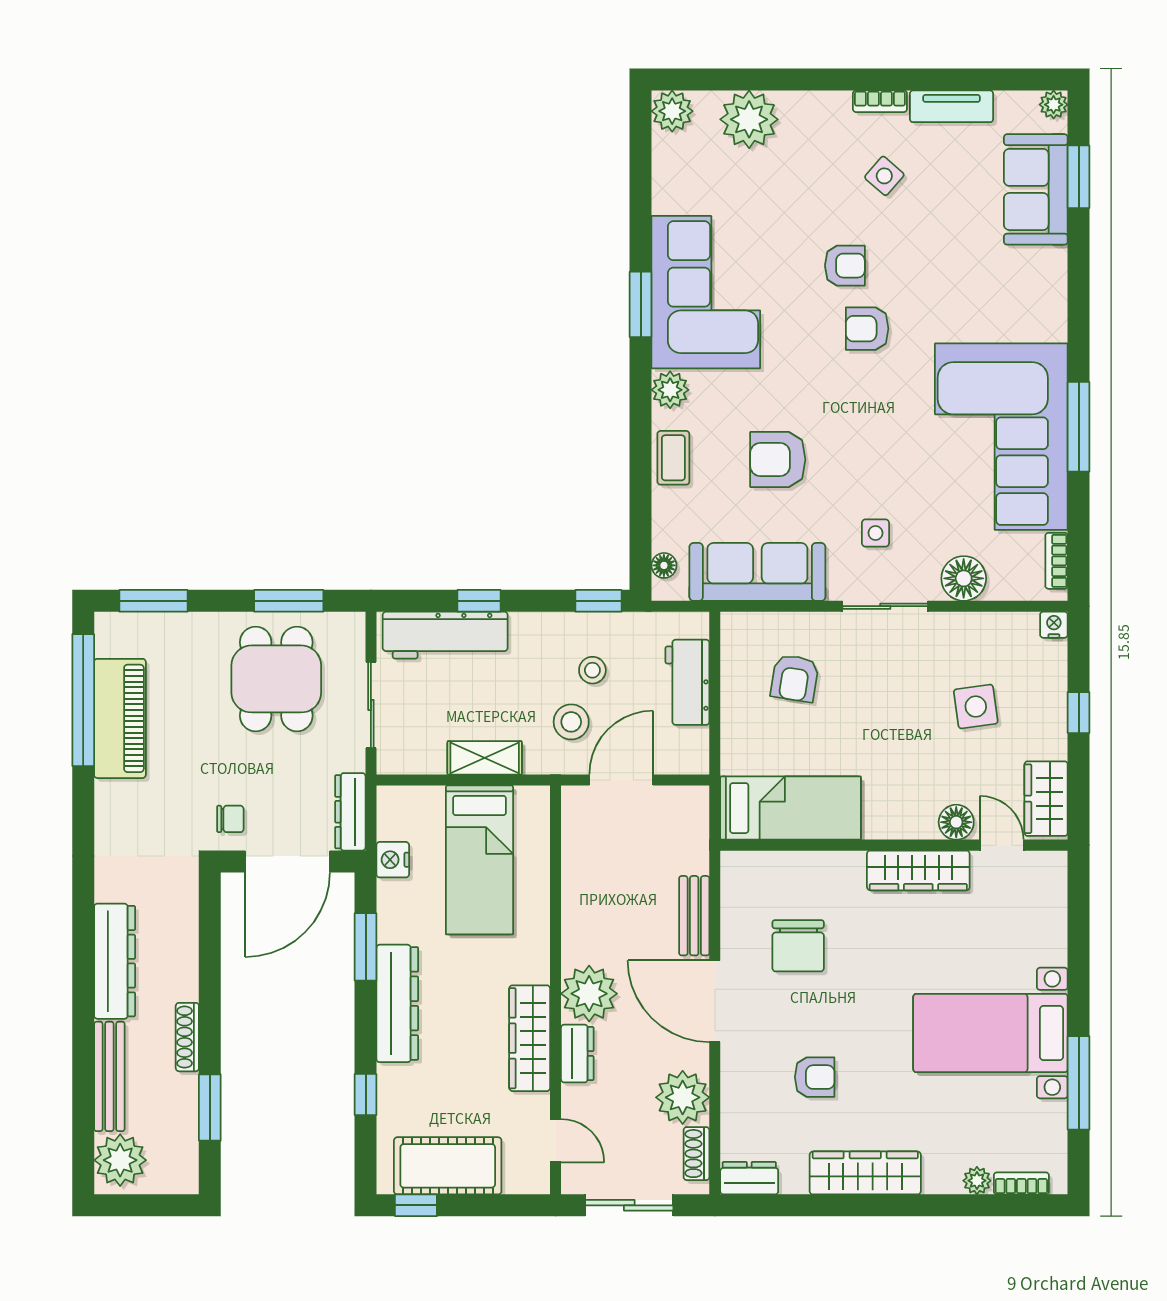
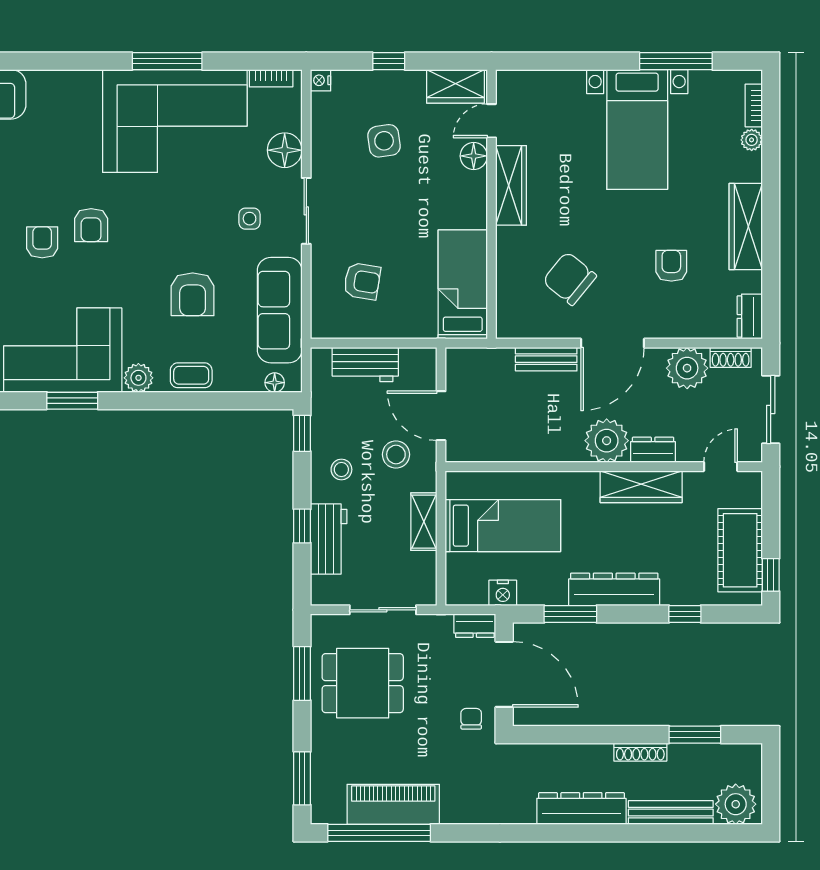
workbench: (445, 635) -> (329, 539), width x0.73
stool: (592, 670) -> (341, 470), moved
dresser: (350, 812) -> (475, 626), width x0.70
chair: (798, 946) -> (570, 279), turned -141

